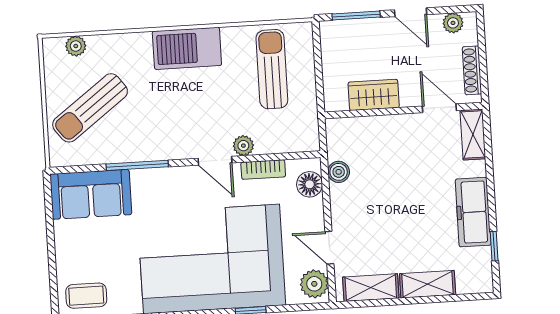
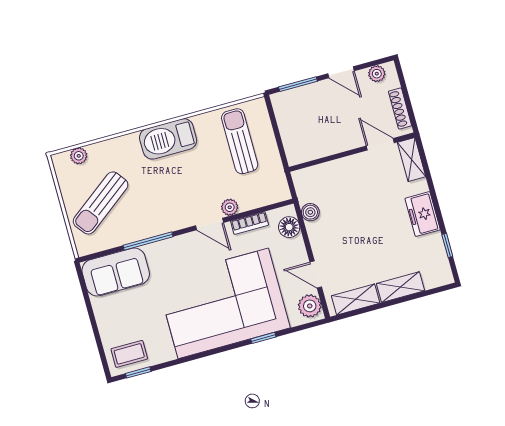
wardrobe: (374, 95) -> (325, 145), removed
freezer: (473, 212) -> (423, 214), width x0.71

